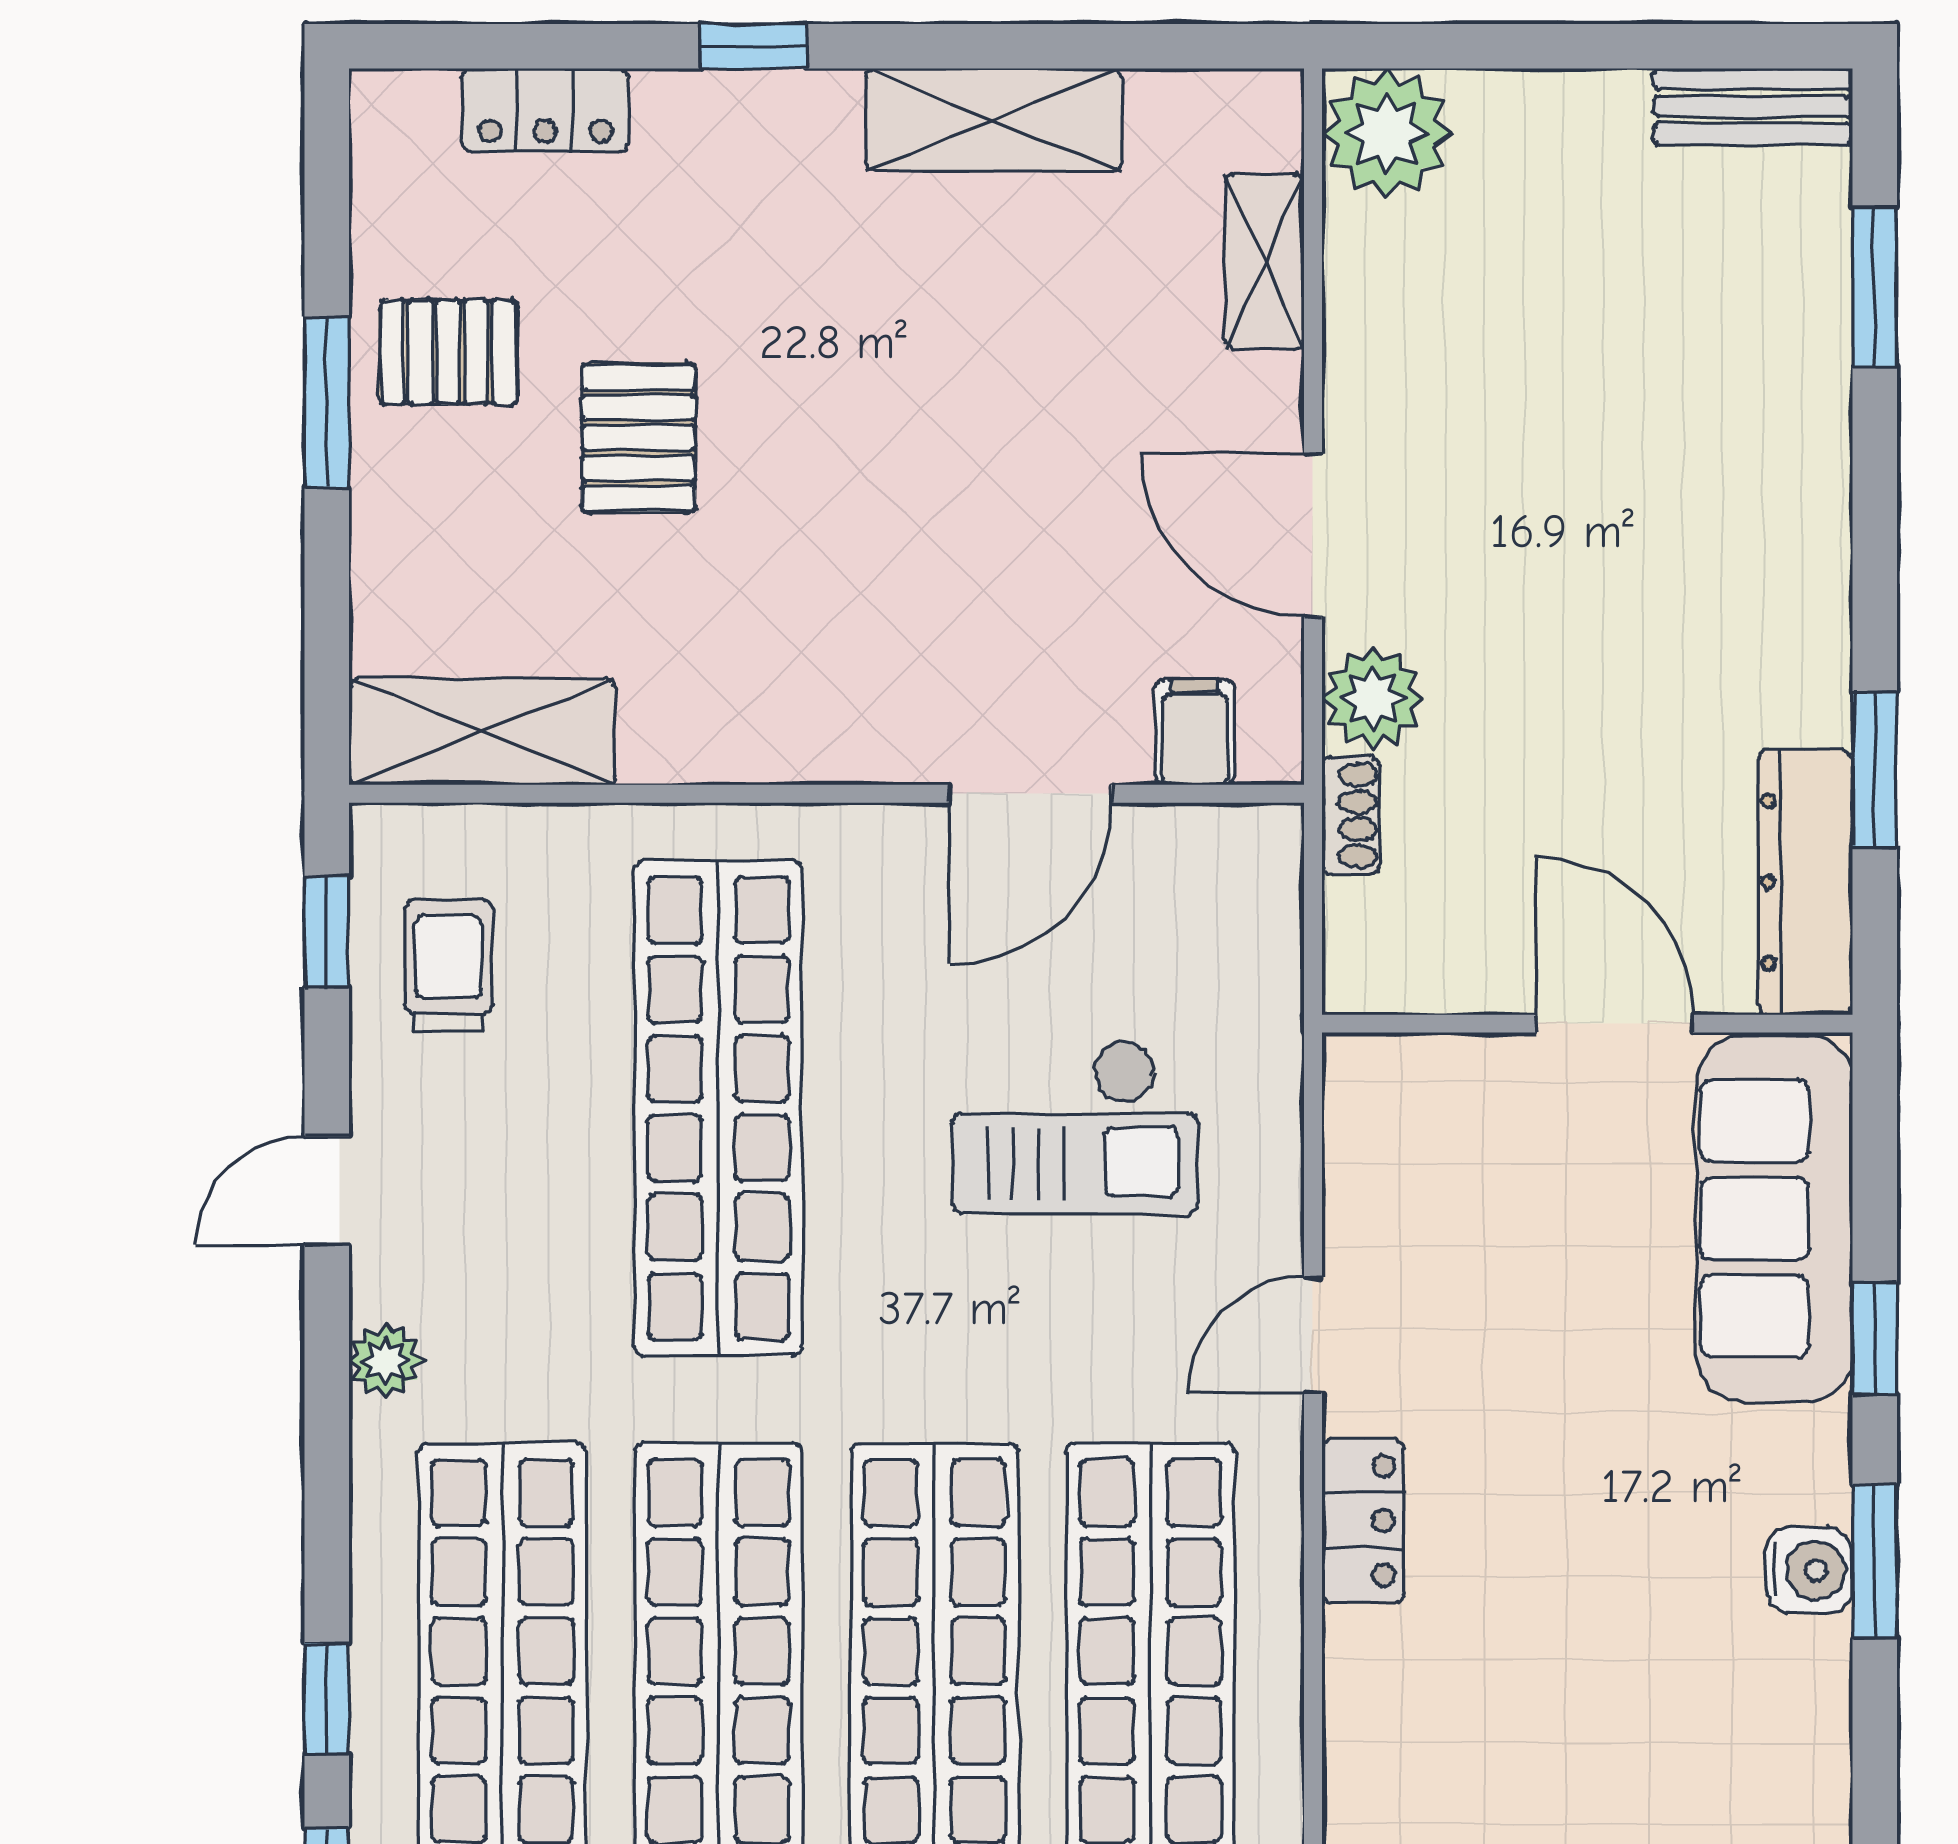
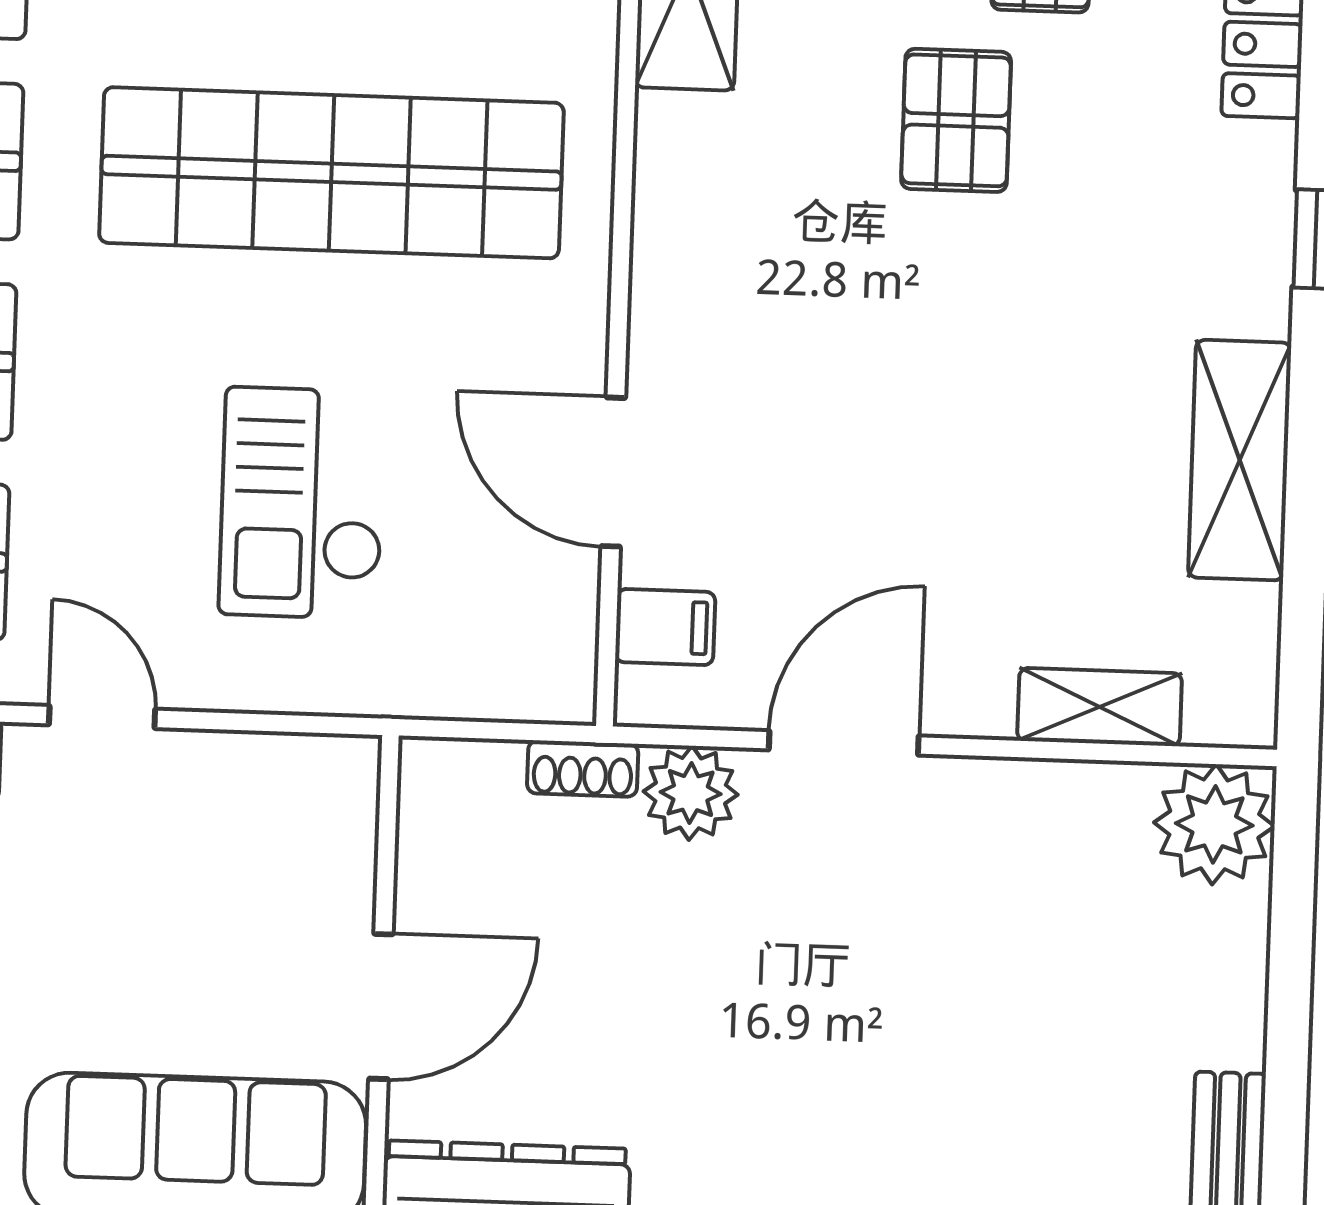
pallet: (639, 438) -> (956, 120), turned 90

